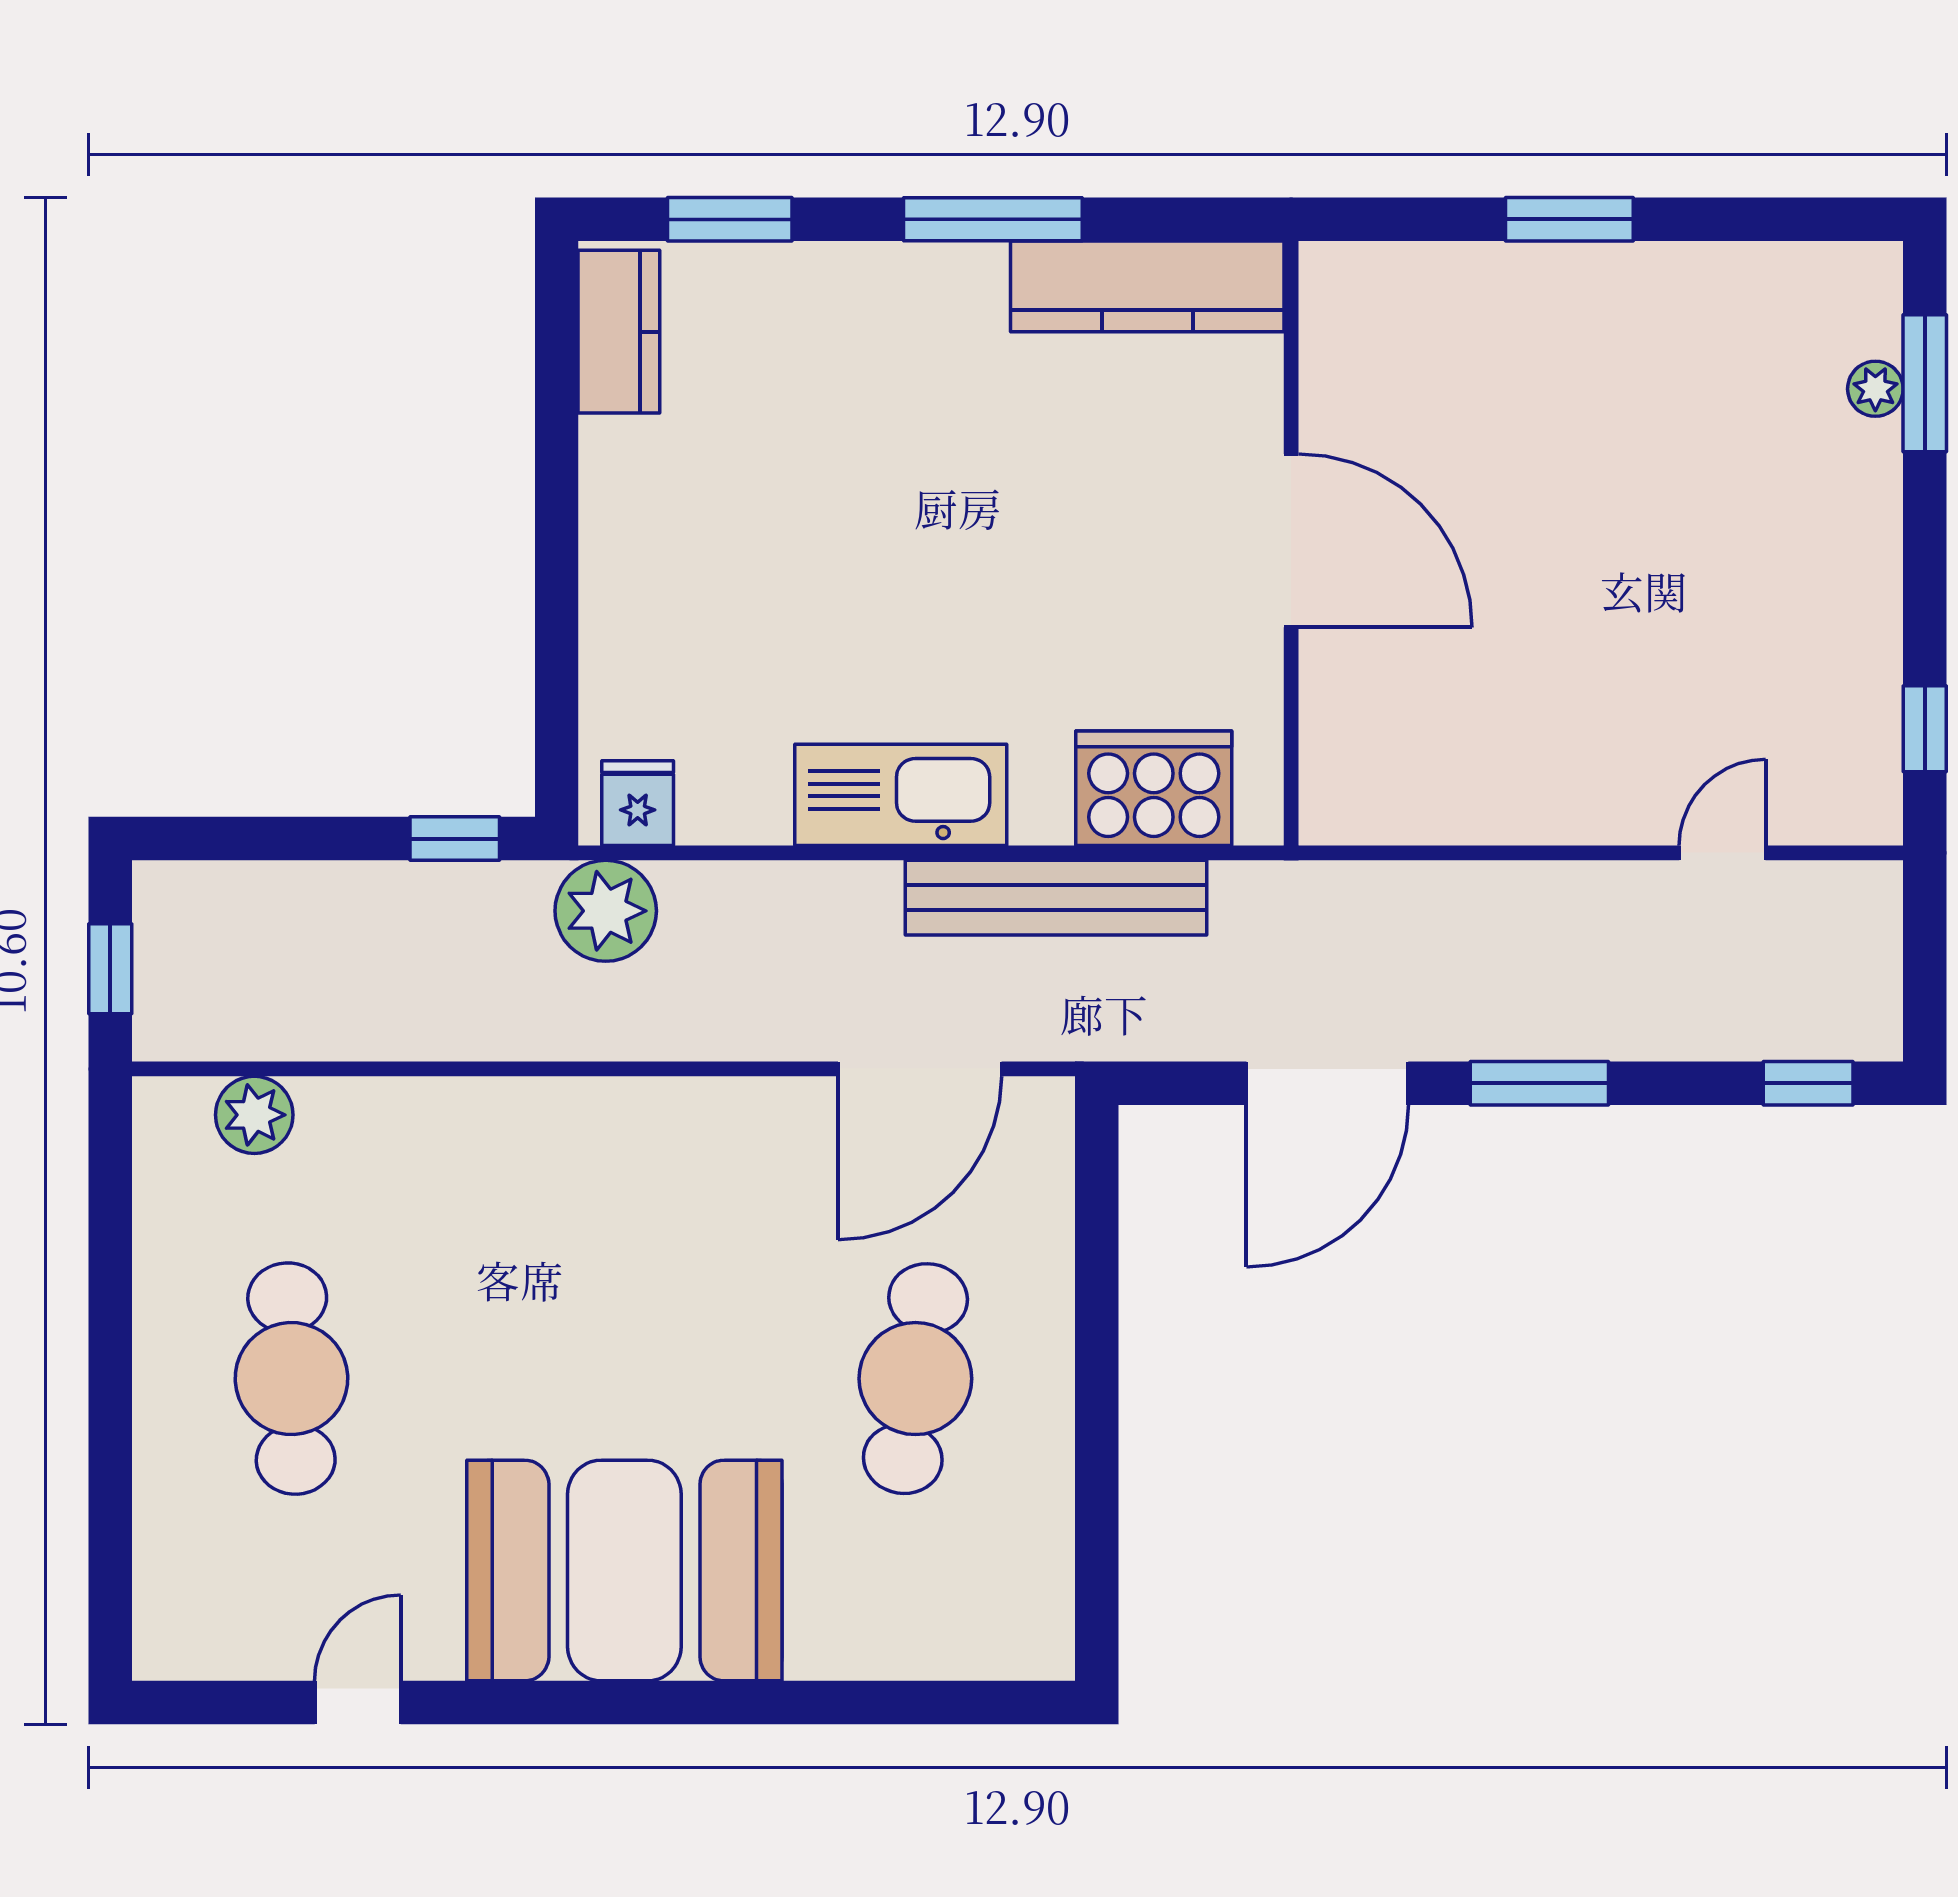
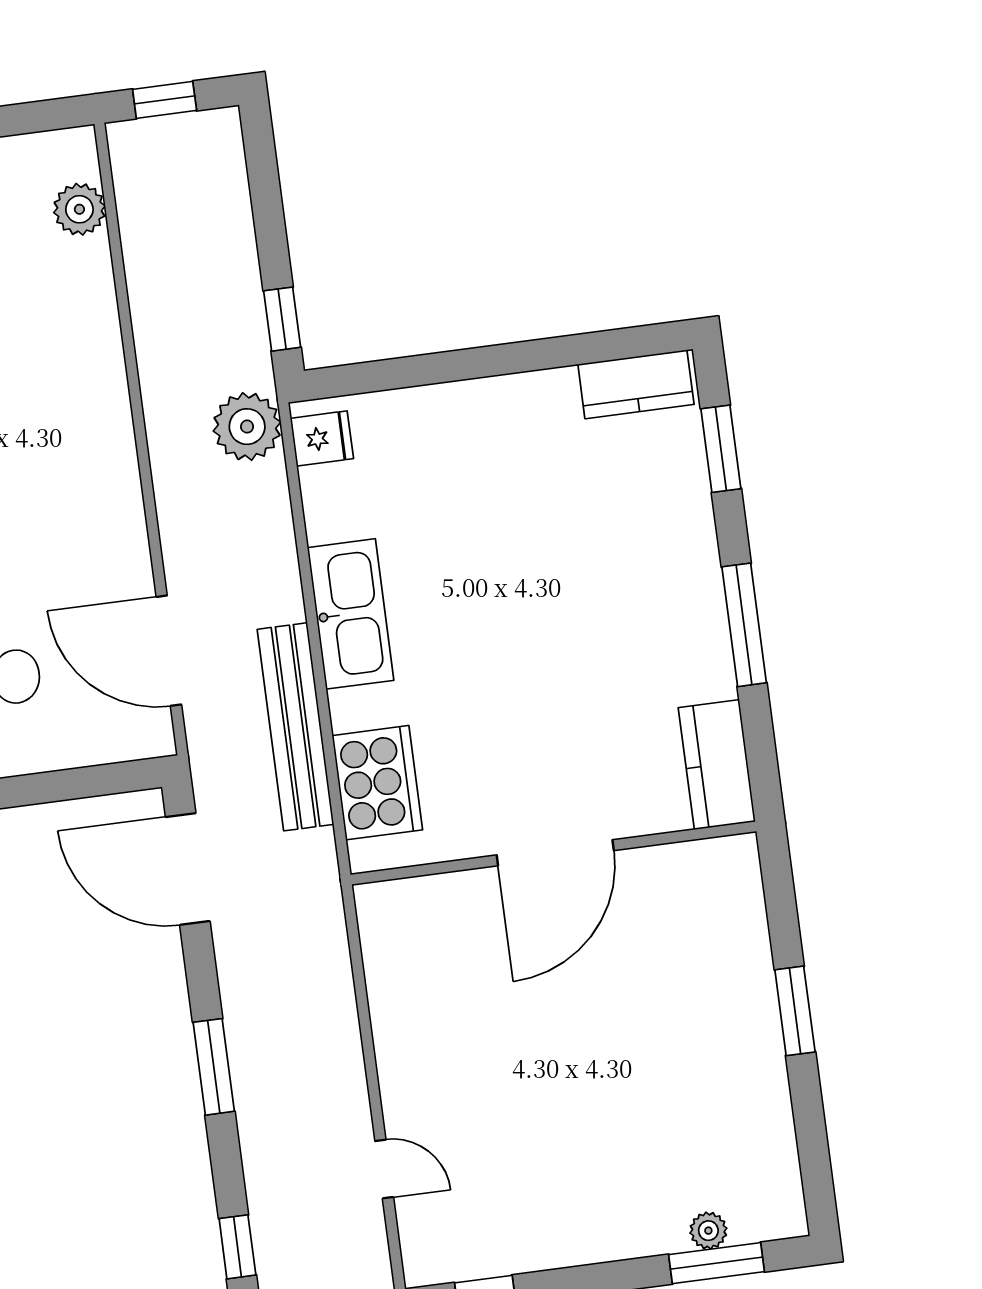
kitchen counter: (1147, 286) -> (717, 765), width x0.67
door: (1327, 1083) -> (188, 869), moved

